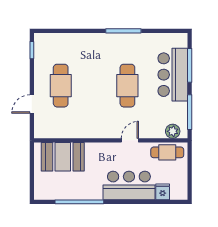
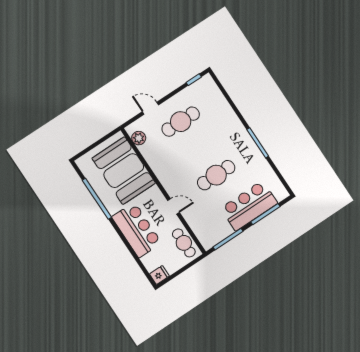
plant: (173, 131) -> (139, 138), moved
booth: (63, 157) -> (124, 171), width x1.36, depth x1.42
fridge: (163, 192) -> (159, 275), moved

